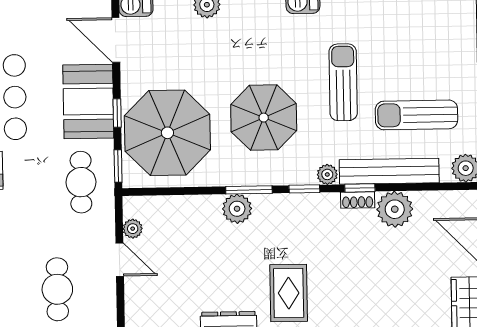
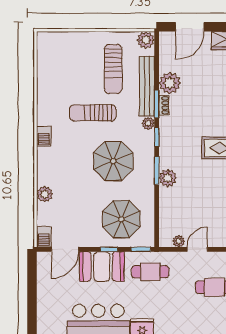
parasol: (167, 133) -> (121, 219), width x0.73, depth x0.73
window: (360, 188) -> (157, 104), width x1.50

